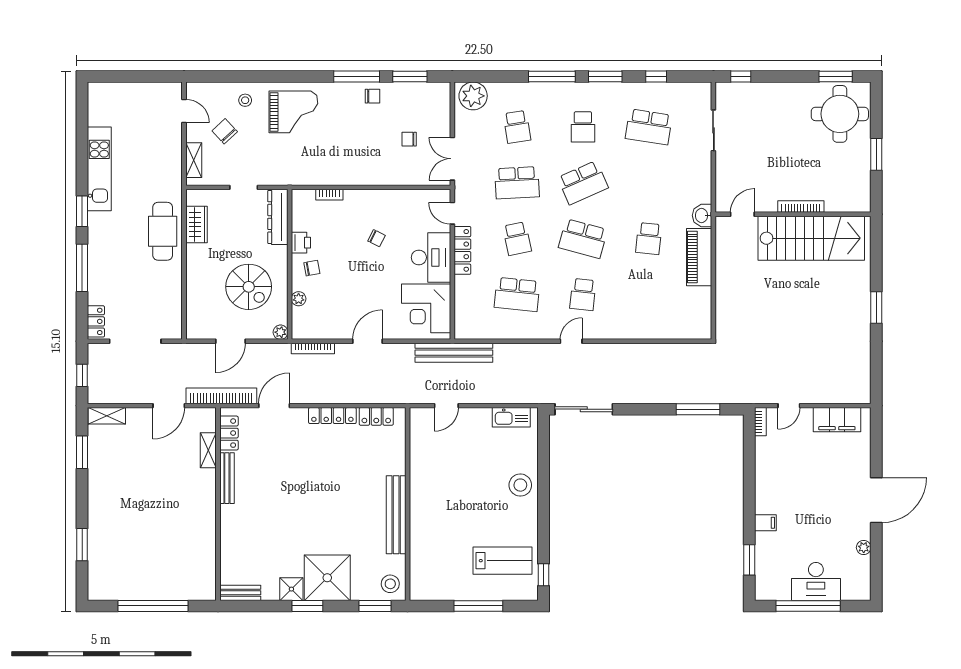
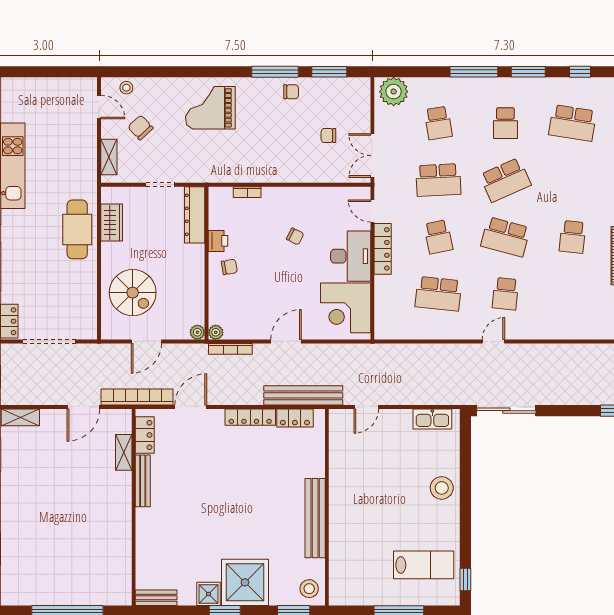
stool: (245, 100) -> (126, 88), moved
grand piano: (293, 112) -> (210, 108), turned 180
spiral stairs: (249, 287) -> (133, 293), moved
plant: (299, 299) -> (216, 332), moved
bench: (454, 353) -> (303, 395), moved

